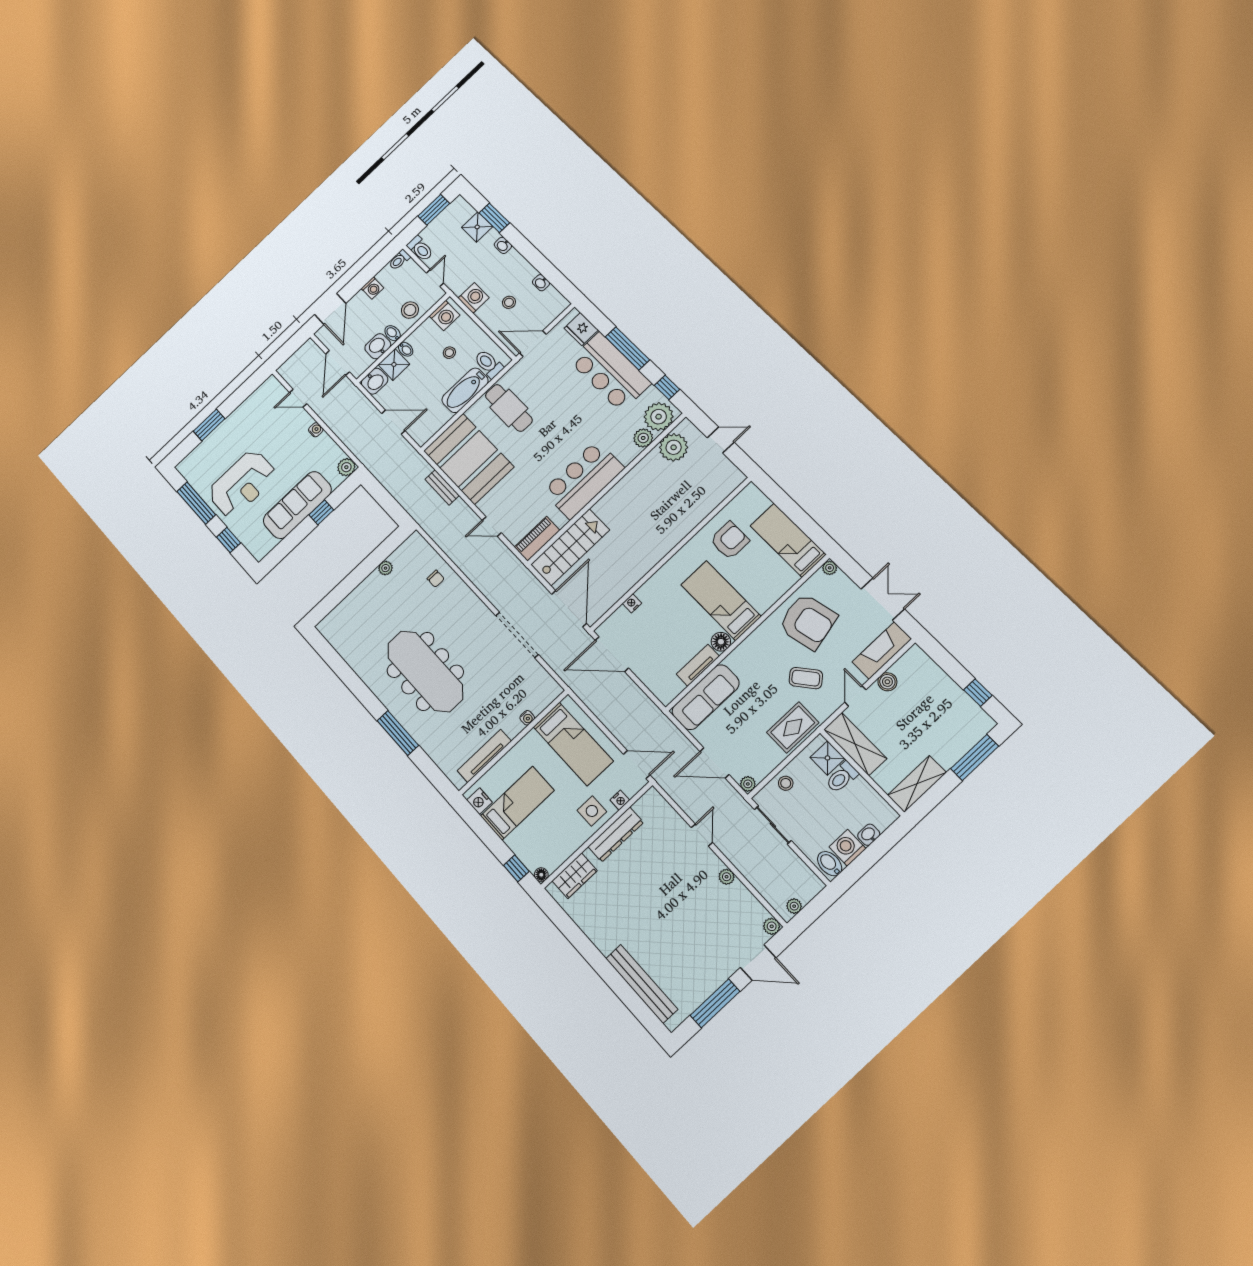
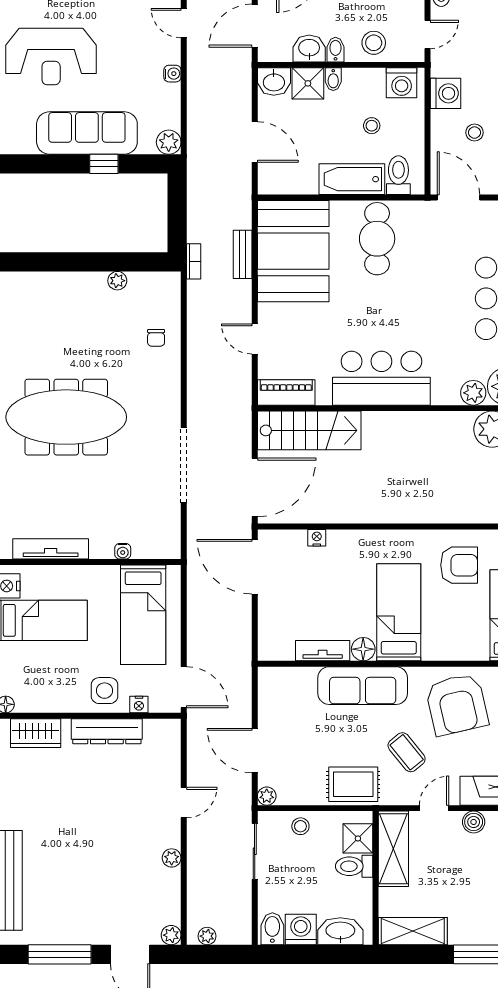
bookcase: (418, 517) -> (194, 261), added
meeting table: (425, 671) -> (66, 417), turned 90
sofa: (706, 697) -> (363, 686), moved
washbasin: (869, 835) -> (340, 931), width x1.91, depth x1.45

